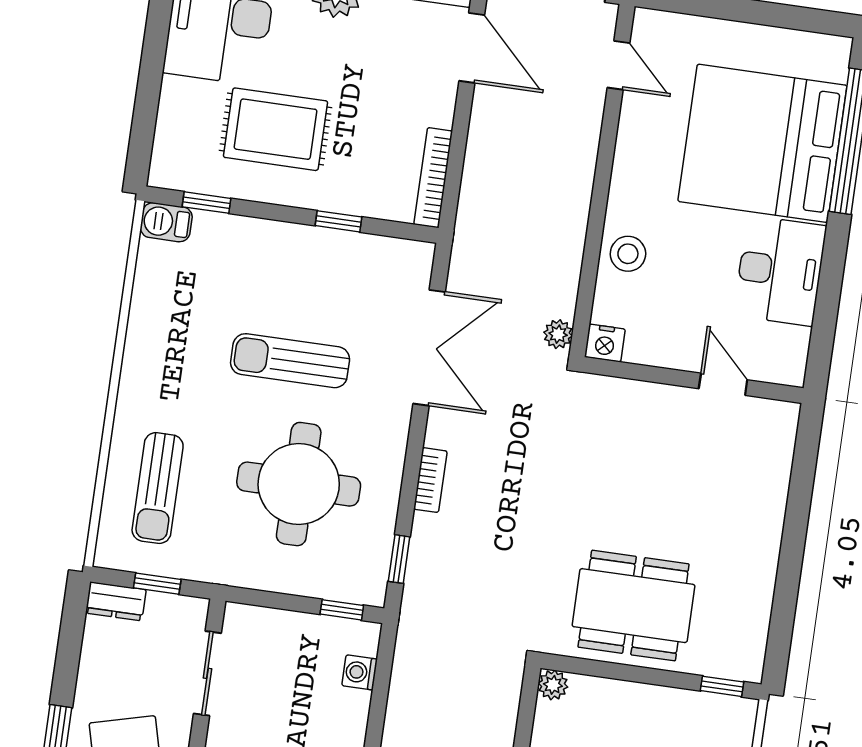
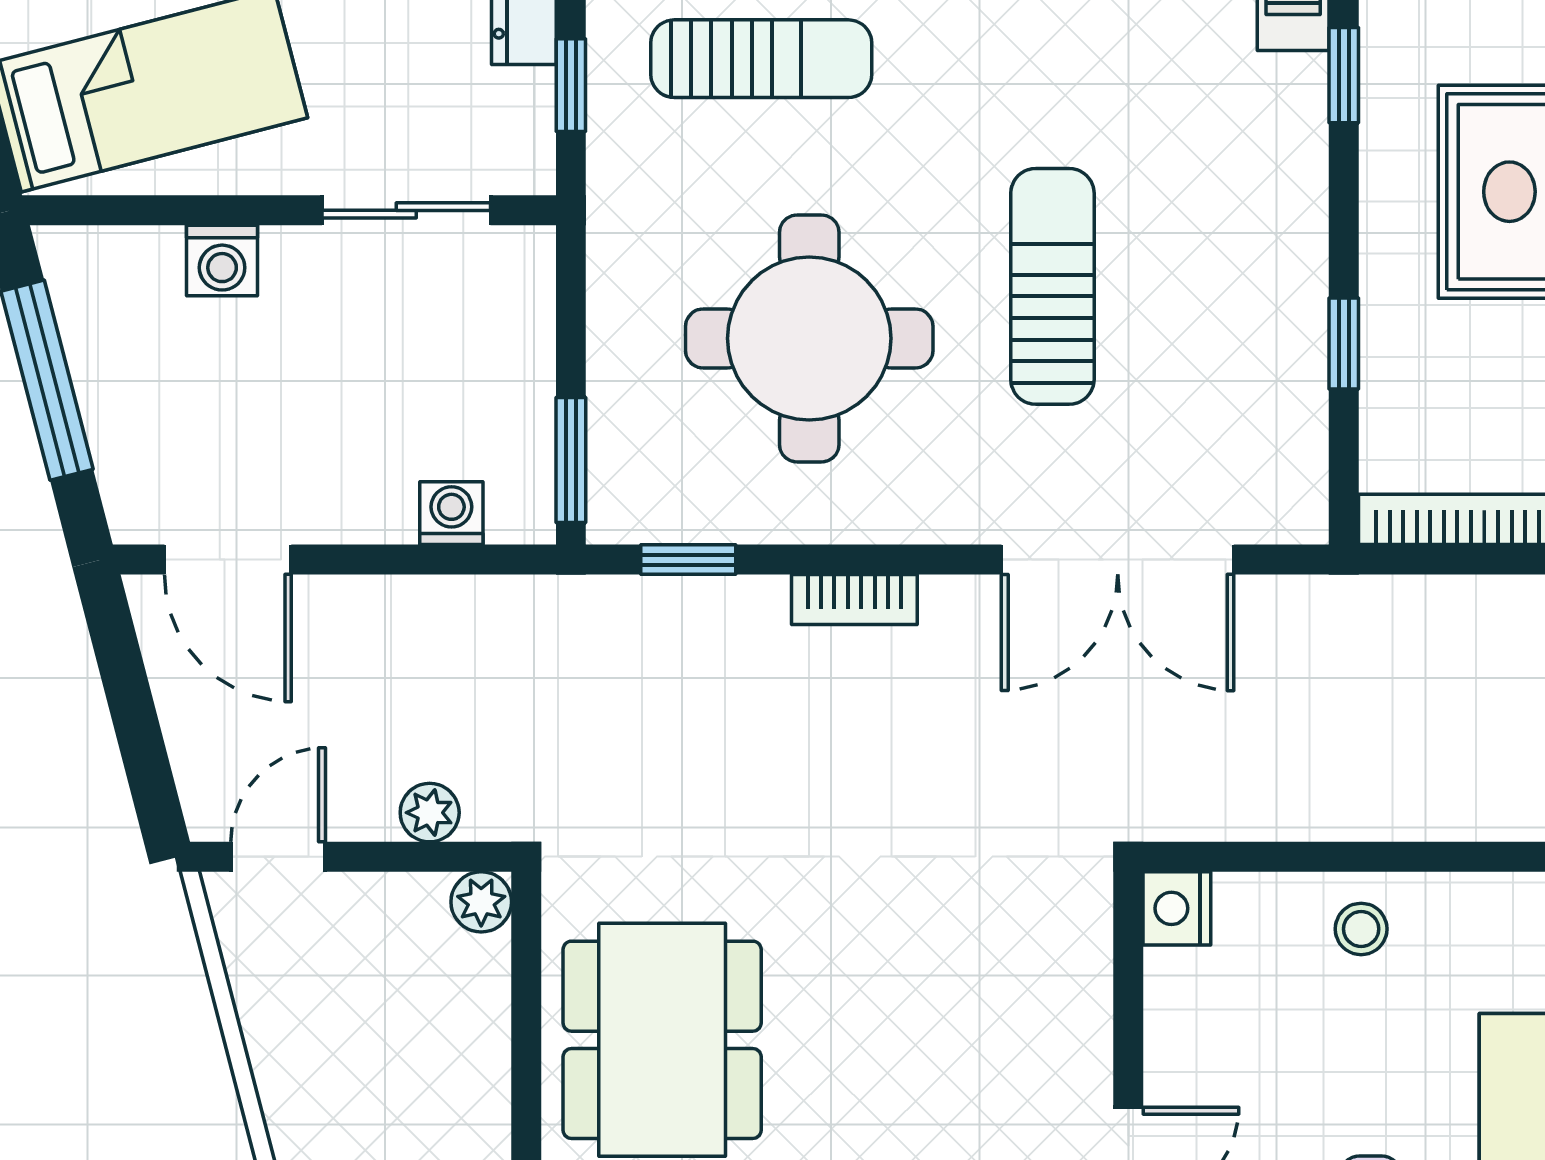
stool: (628, 254) -> (1361, 929), width x0.73, depth x0.73
plant: (558, 334) -> (430, 813), moved
sun lounger: (158, 488) -> (761, 59), turned 180
window: (342, 610) -> (571, 460), width x1.50

